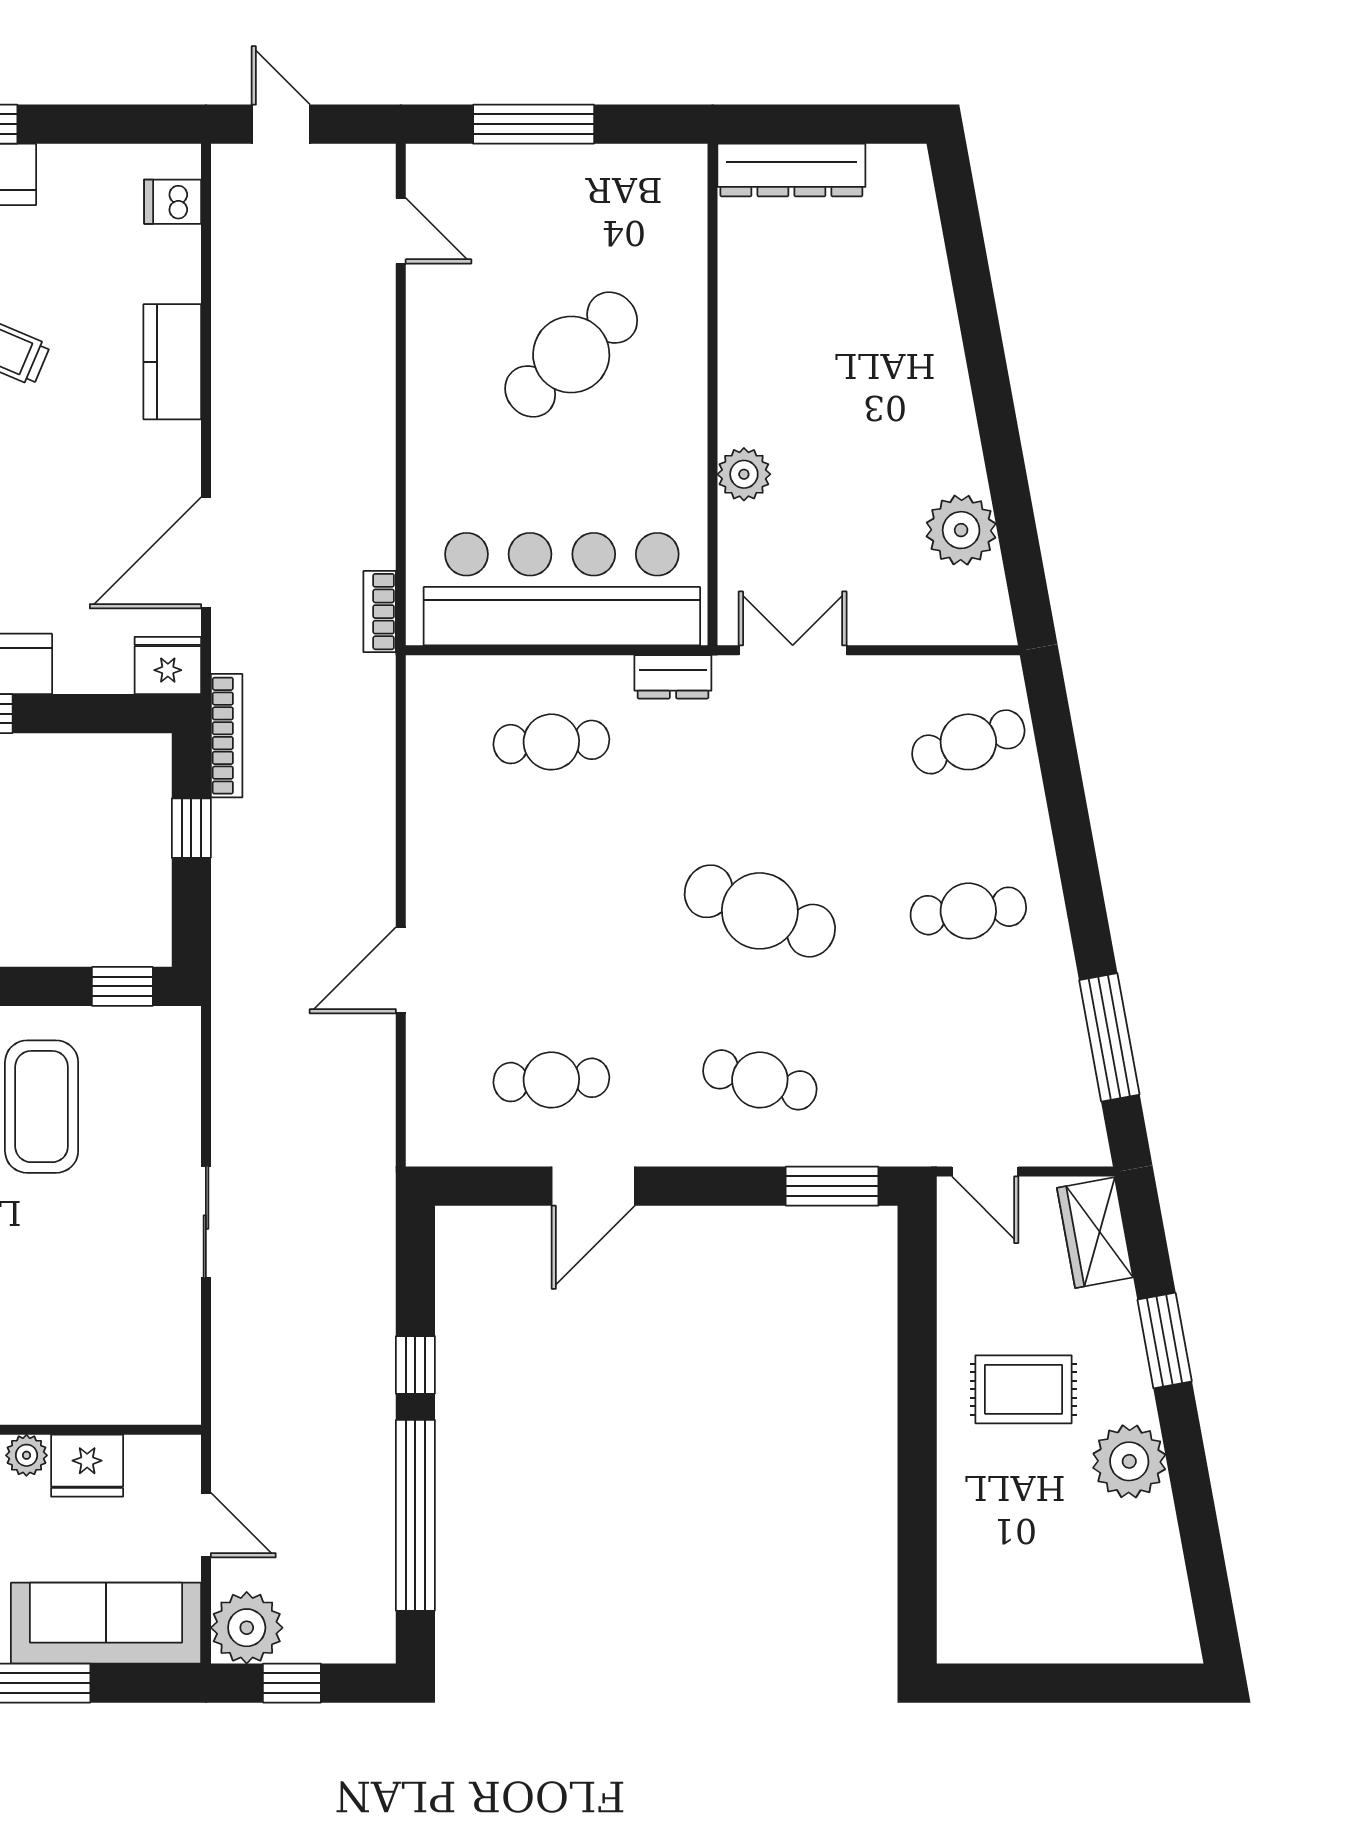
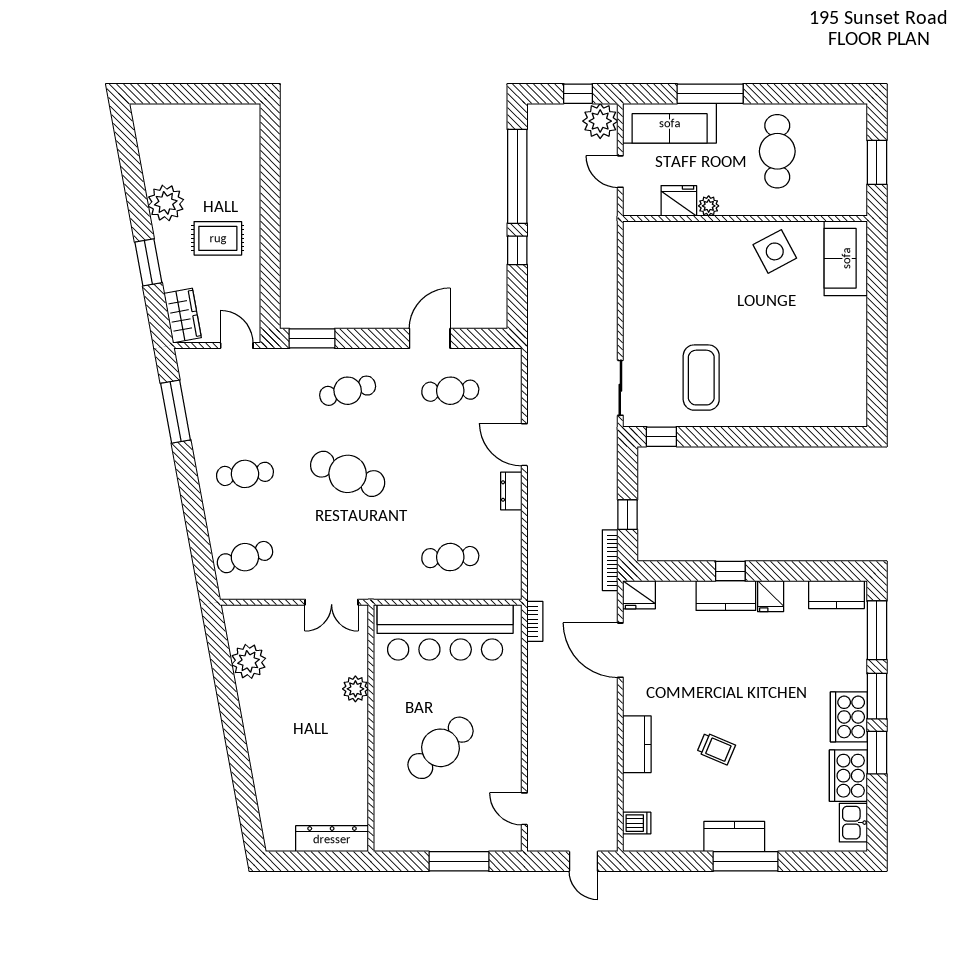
door: (206, 553) -> (620, 650), swing flipped
dresser: (673, 677) -> (511, 491), moved, turned -90
door: (401, 970) -> (524, 445), swing flipped
cafe table: (760, 1080) -> (348, 391), turned -30
sliding door: (206, 1222) -> (620, 388), moved

